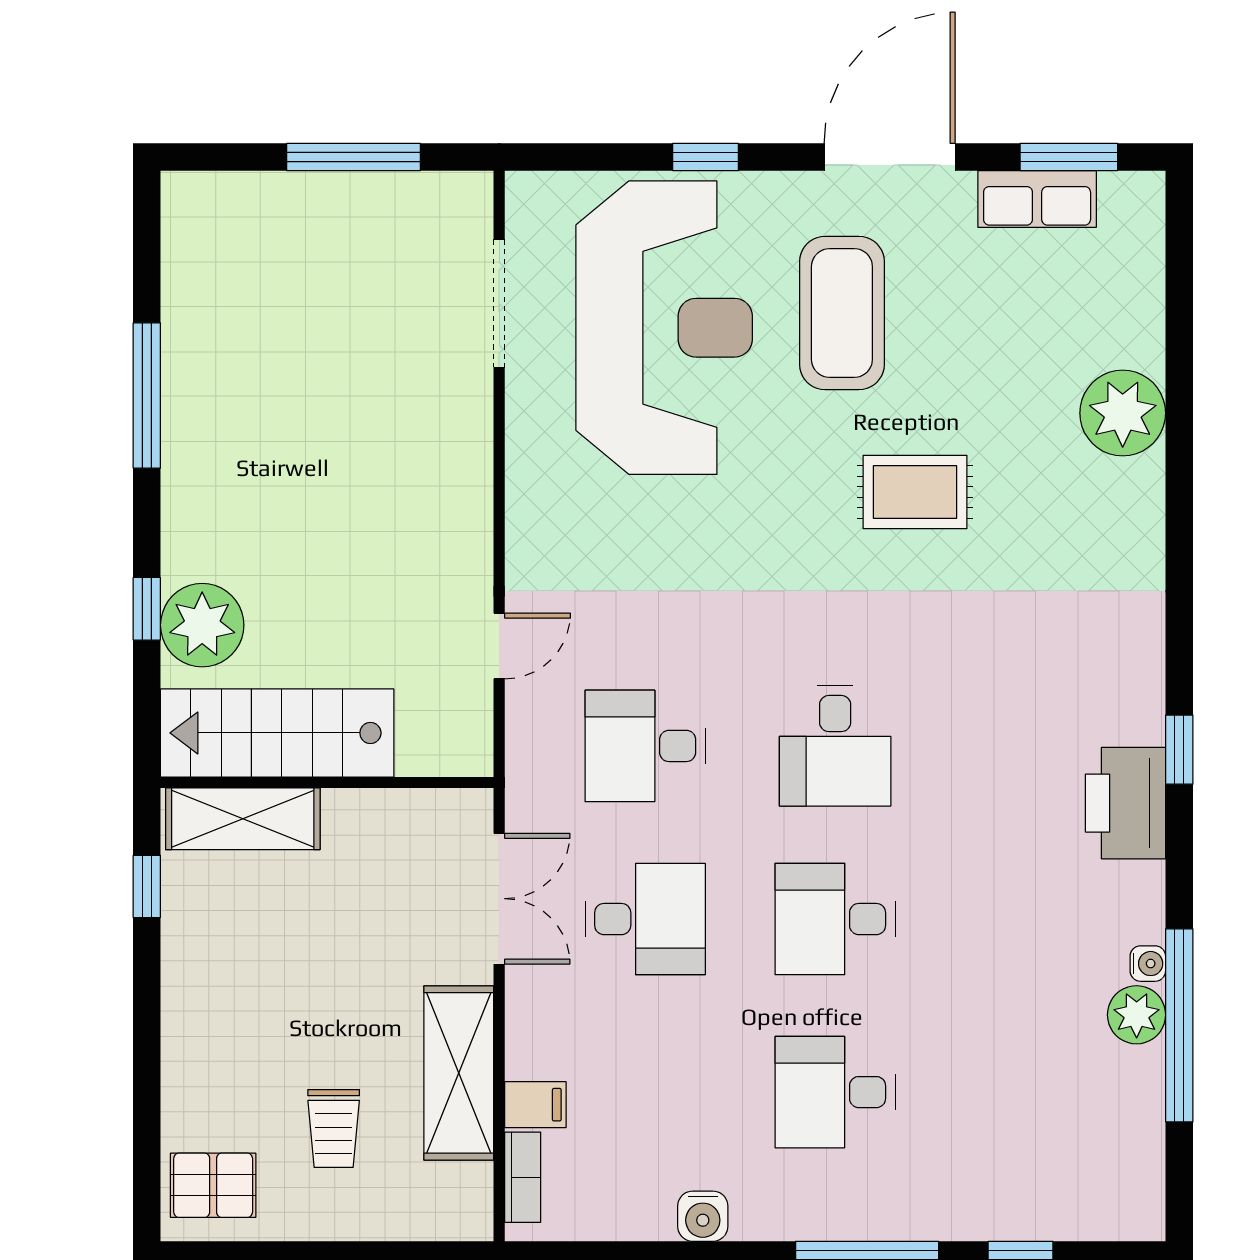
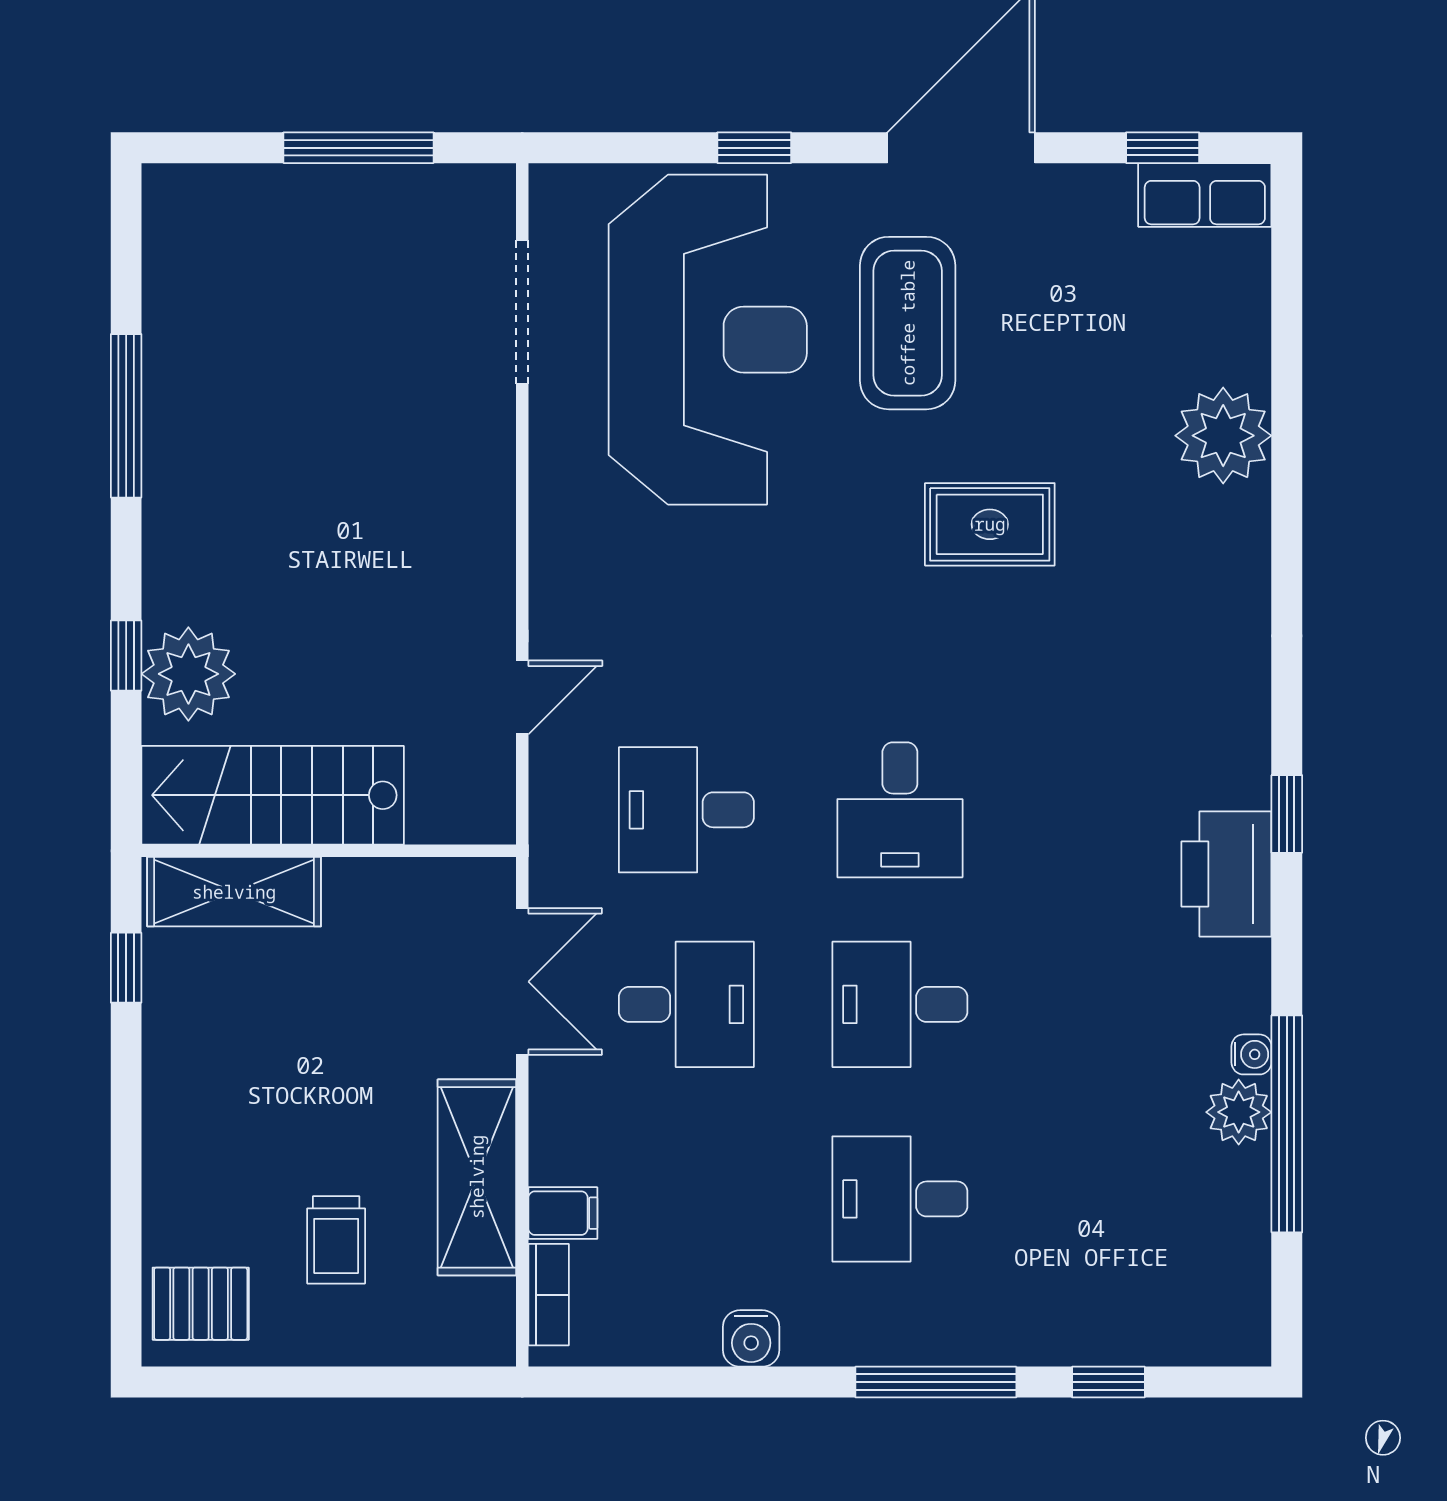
window: (1069, 157) -> (1163, 148), width x0.67
row of seats: (1037, 199) -> (1205, 195), moved

